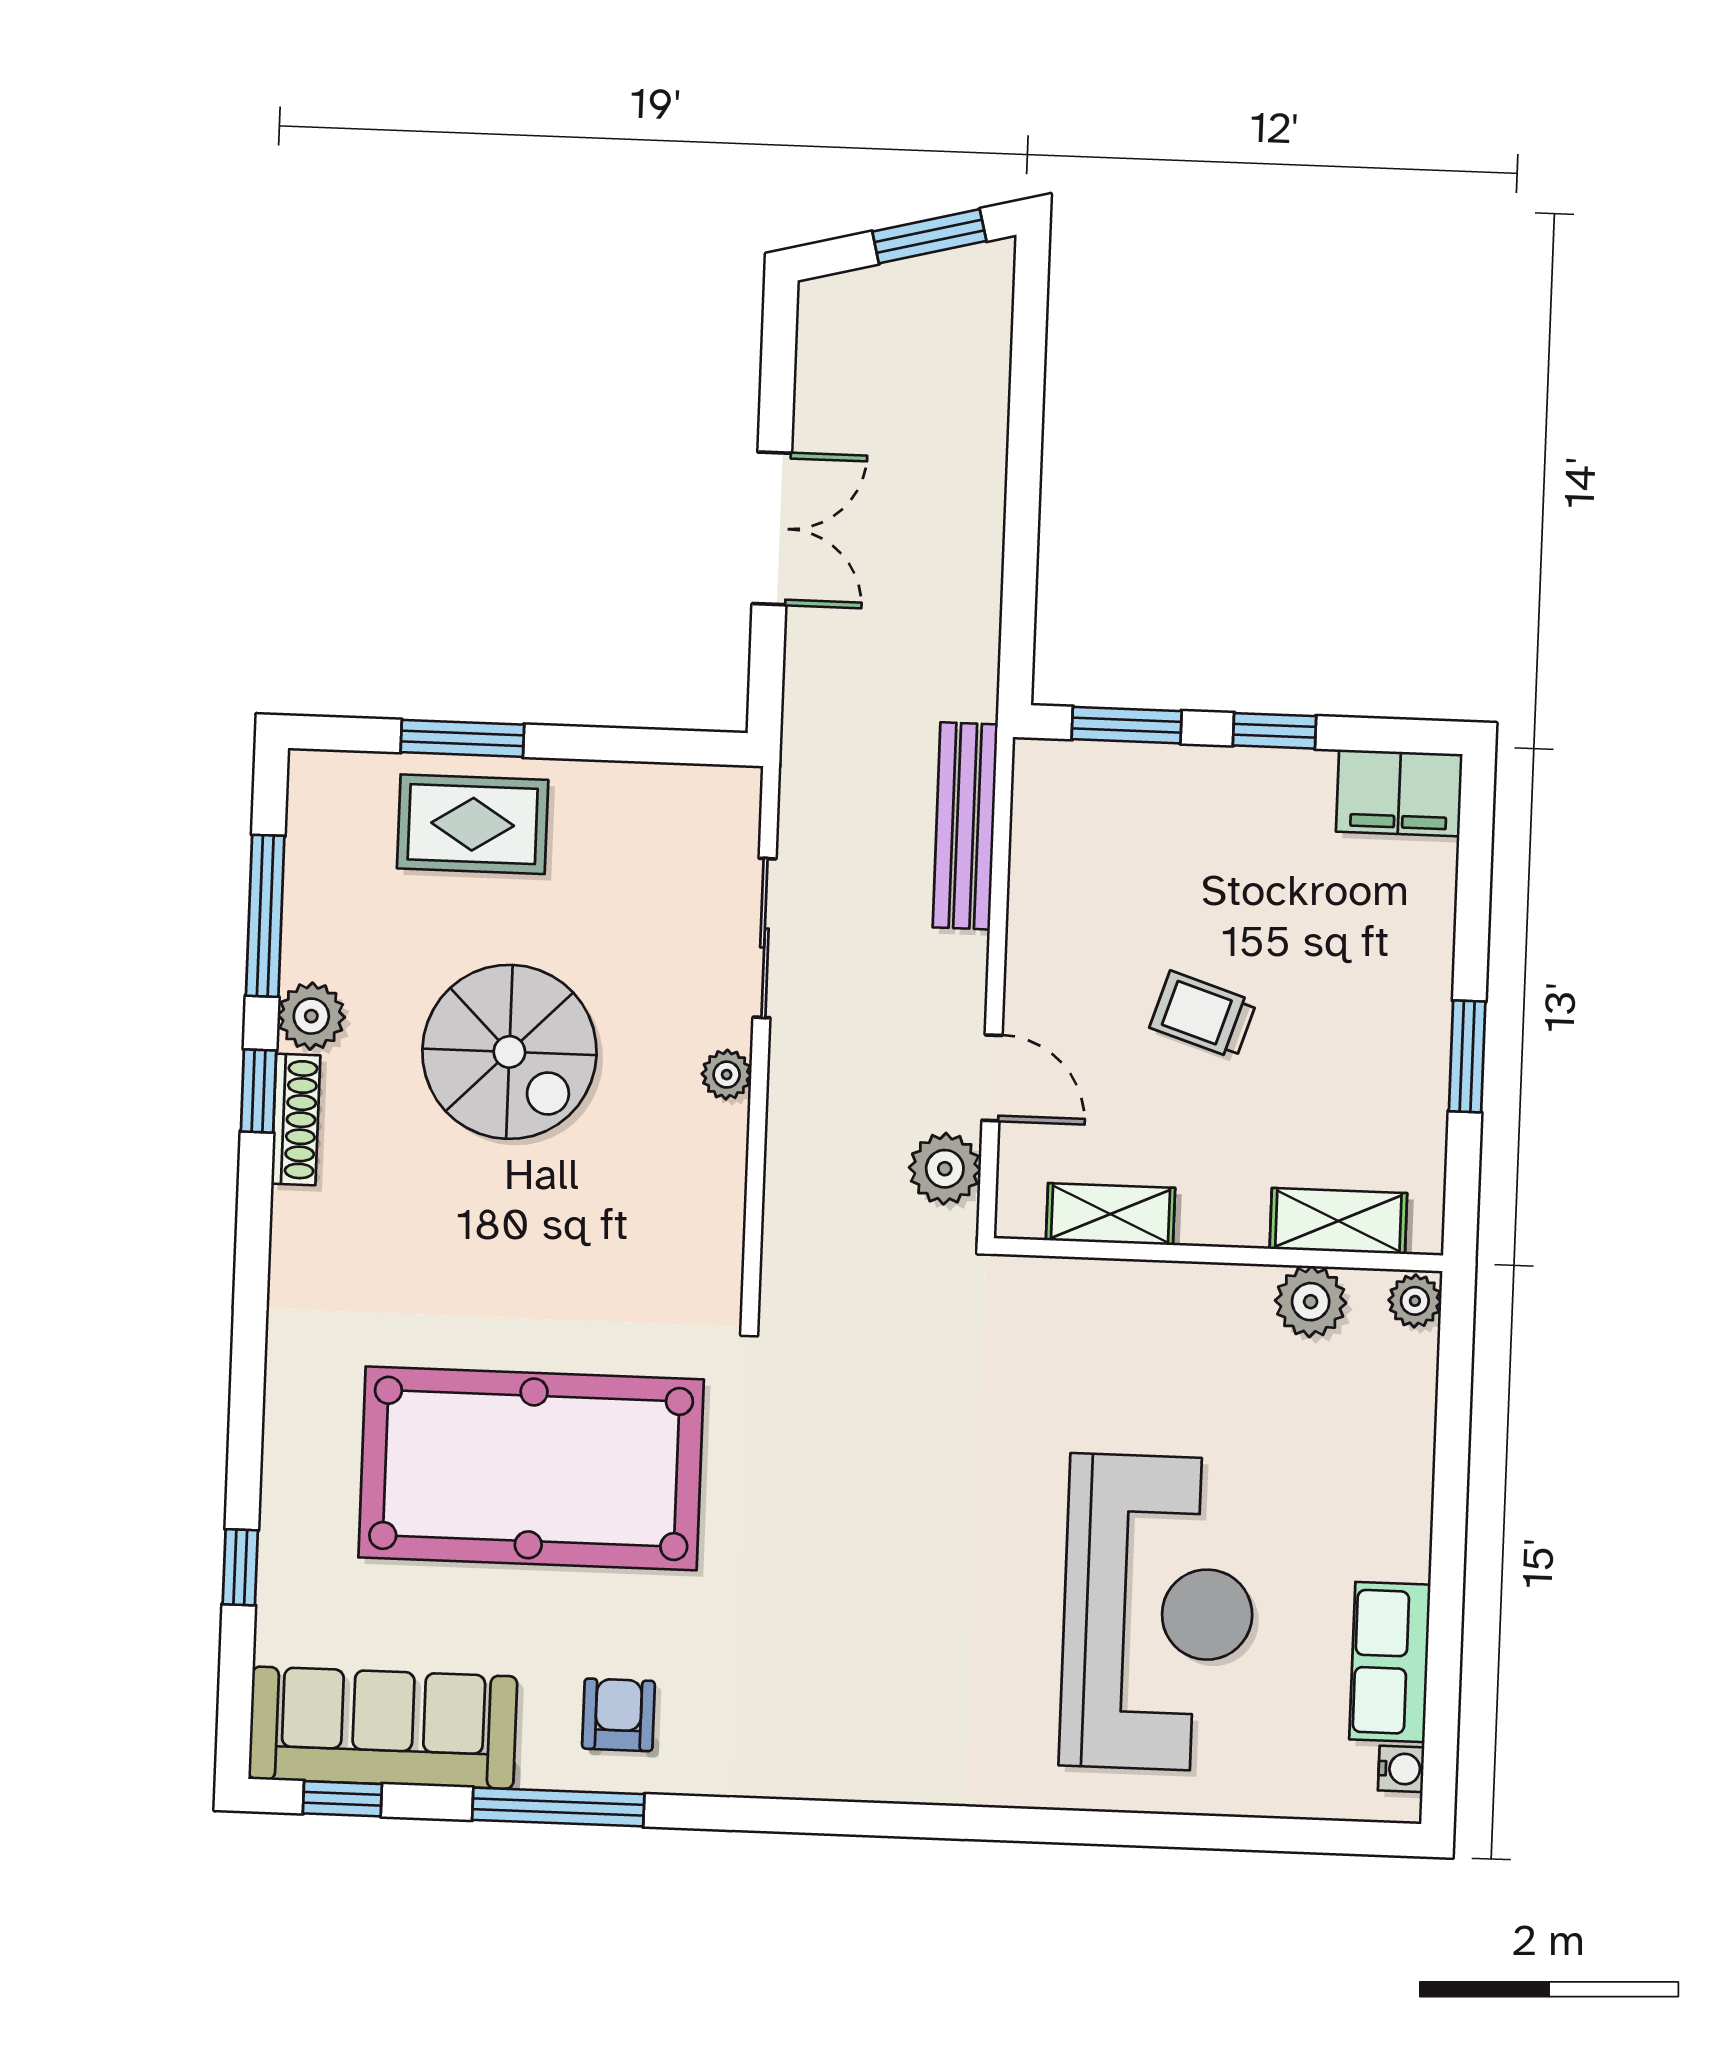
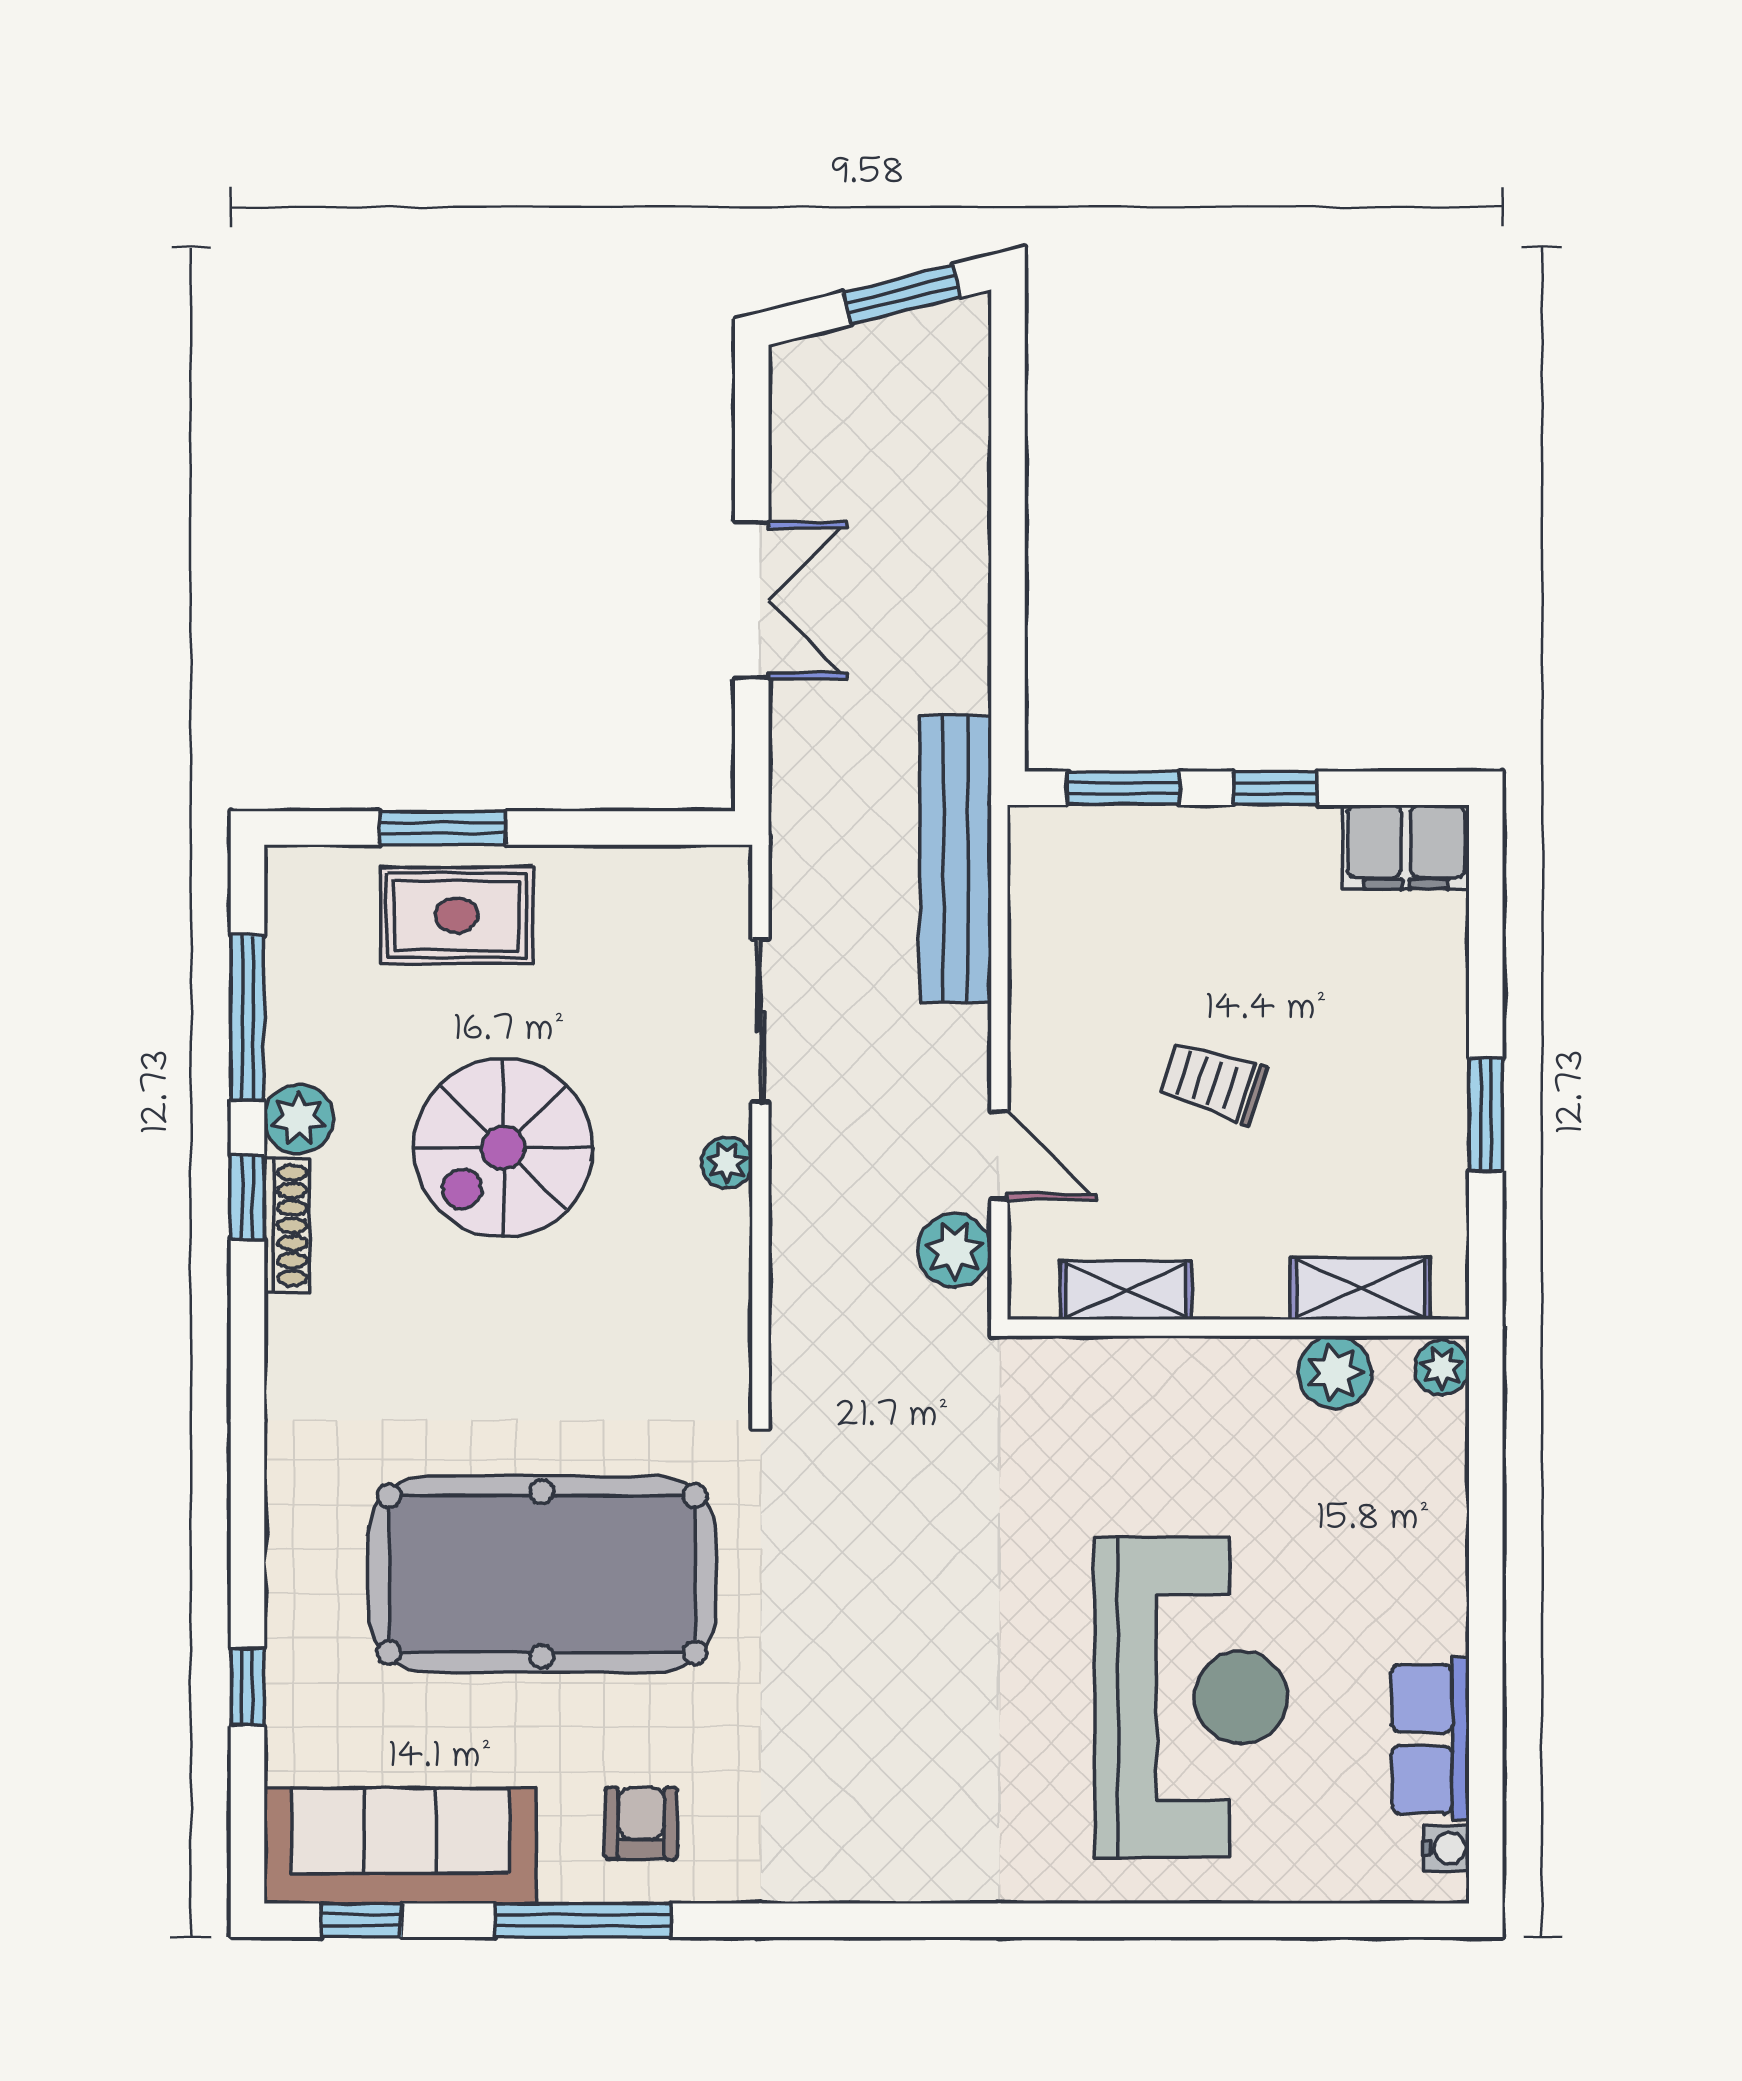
bench: (965, 826) -> (956, 859), width x1.37, depth x1.21
spiral stairs: (509, 1052) -> (503, 1148), turned 90

